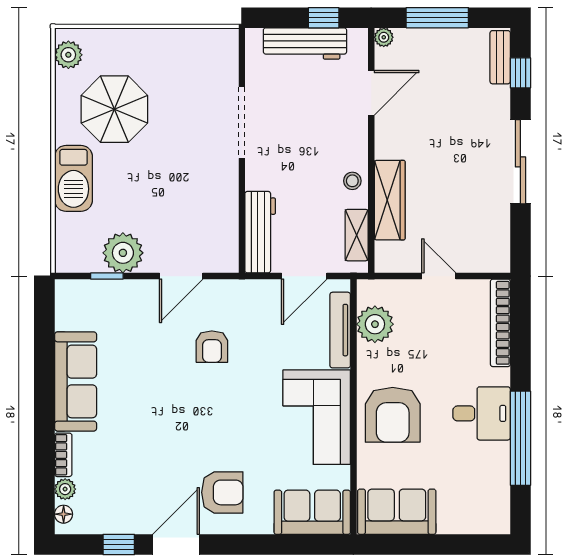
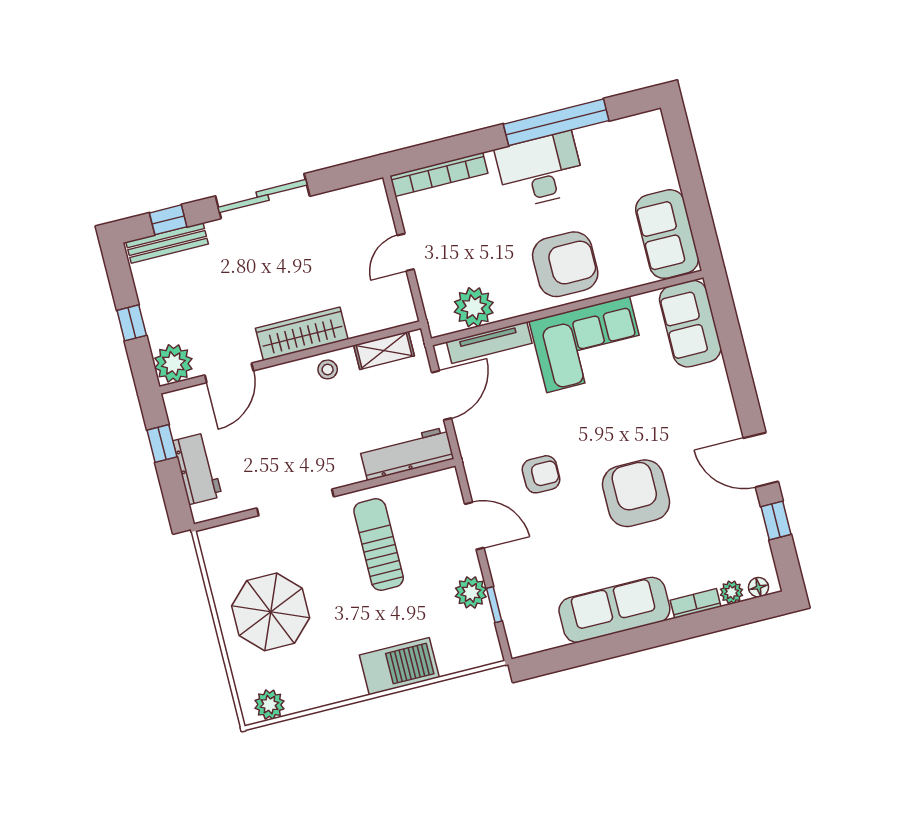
window: (437, 18) -> (132, 323), width x0.46
plant: (384, 37) -> (173, 363), width x1.87, depth x1.87
workbench: (305, 43) -> (197, 469), width x0.73
bench: (500, 57) -> (167, 243), width x1.36
door: (371, 93) -> (229, 373), swing flipped
parasol: (114, 109) -> (271, 612), moved
sun lounger: (186, 187) -> (379, 545), added
wardrobe: (390, 200) -> (302, 334), moved
plant: (123, 253) -> (471, 592), width x0.73, depth x0.73
door: (304, 276) -> (442, 395), hinge flipped
desk: (482, 413) -> (540, 170), width x1.37
armchair: (222, 492) -> (636, 493), moved, width x1.36, depth x1.36

